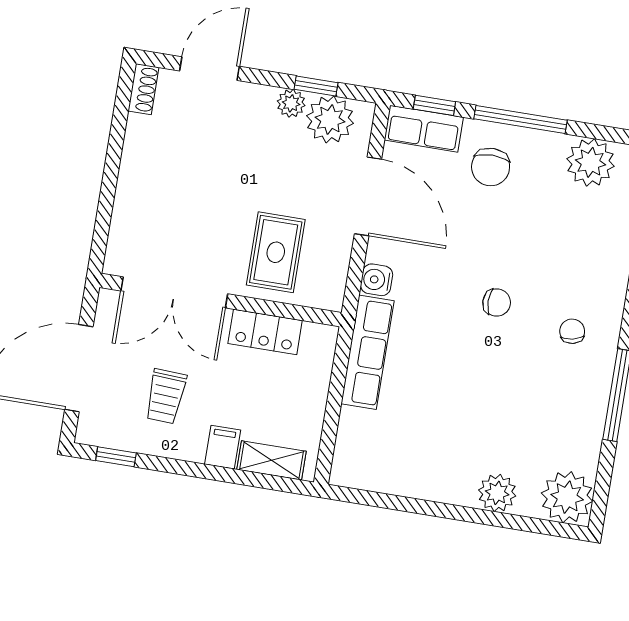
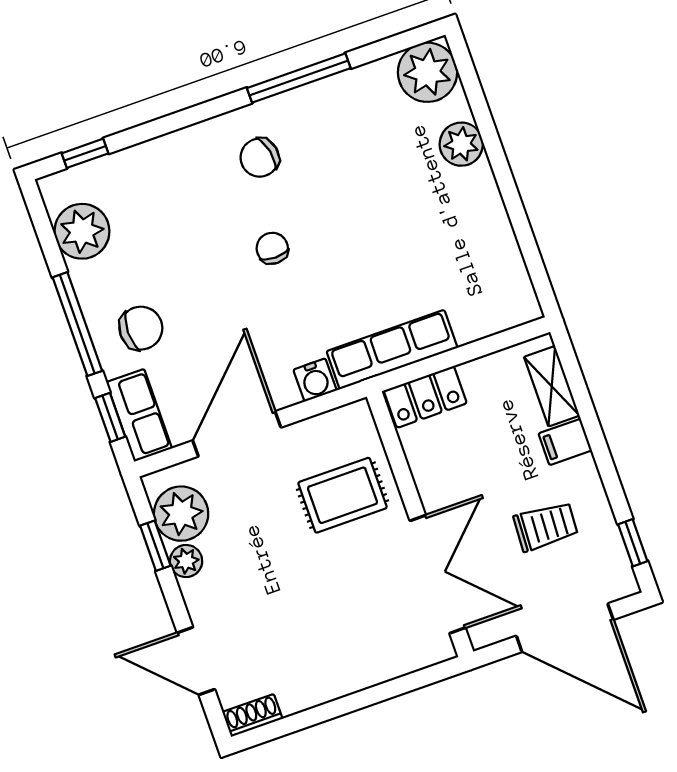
chair: (572, 331) -> (260, 158), width x1.37, depth x1.37
locker: (265, 332) -> (425, 397), moved, turned 90

